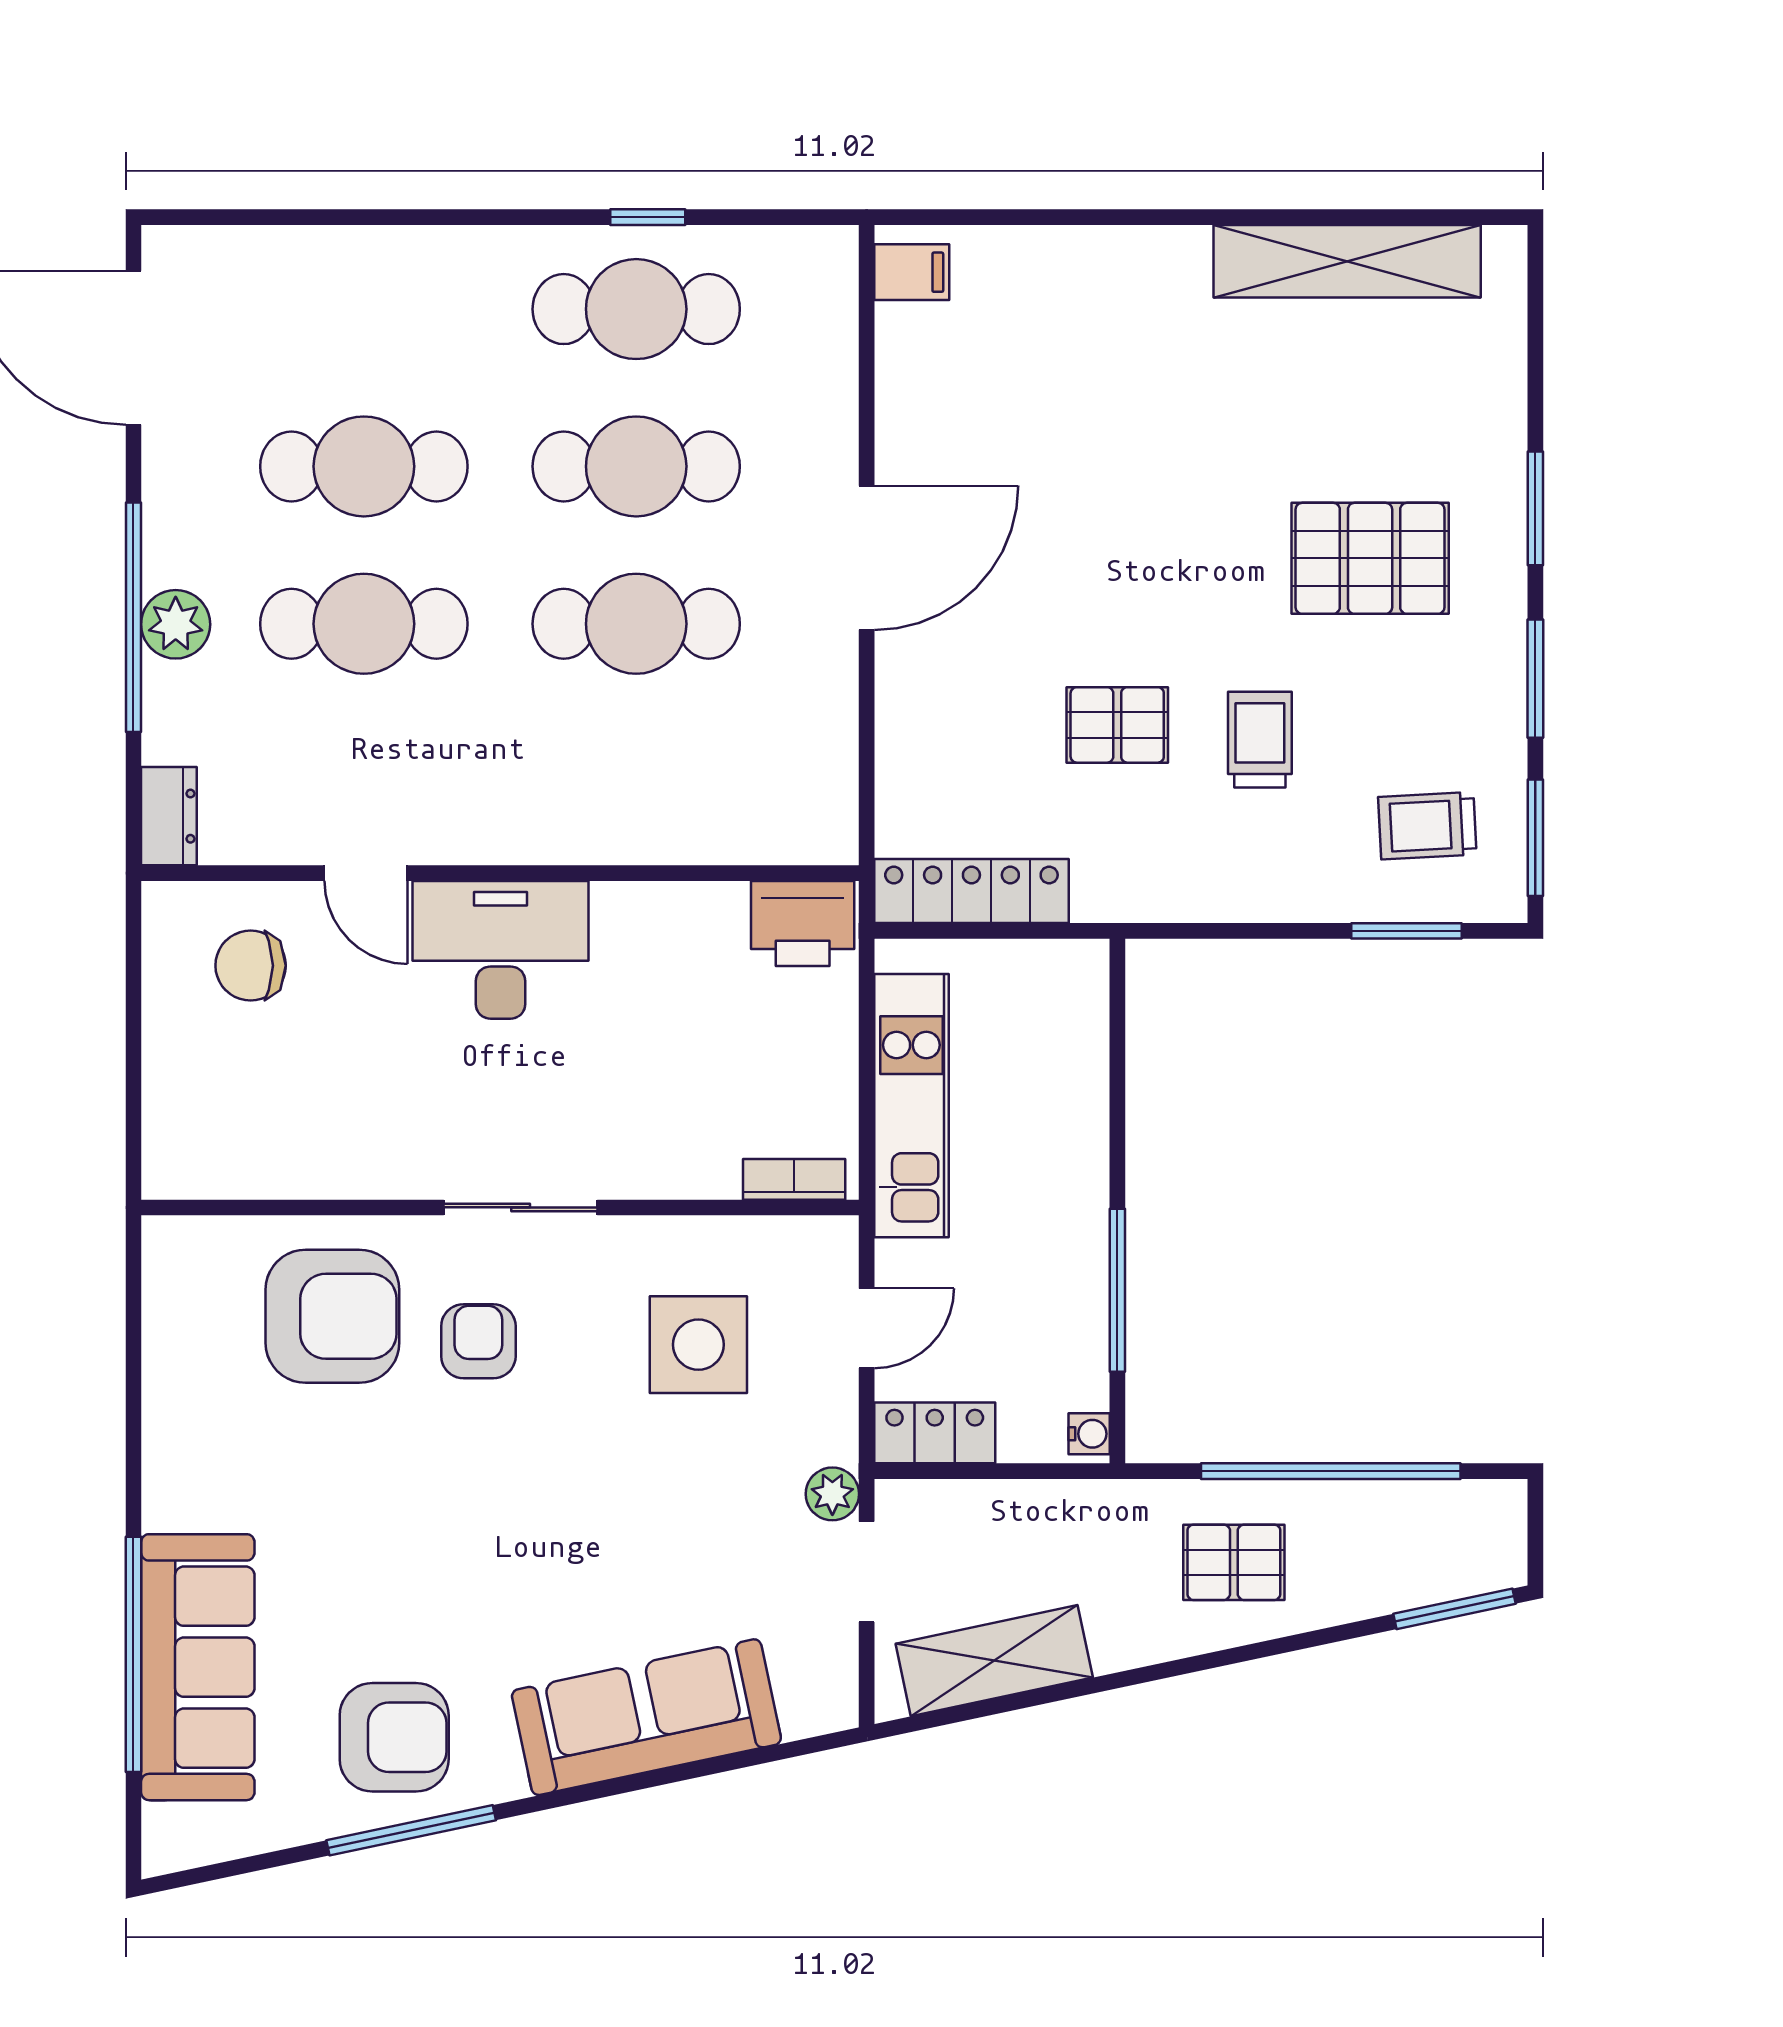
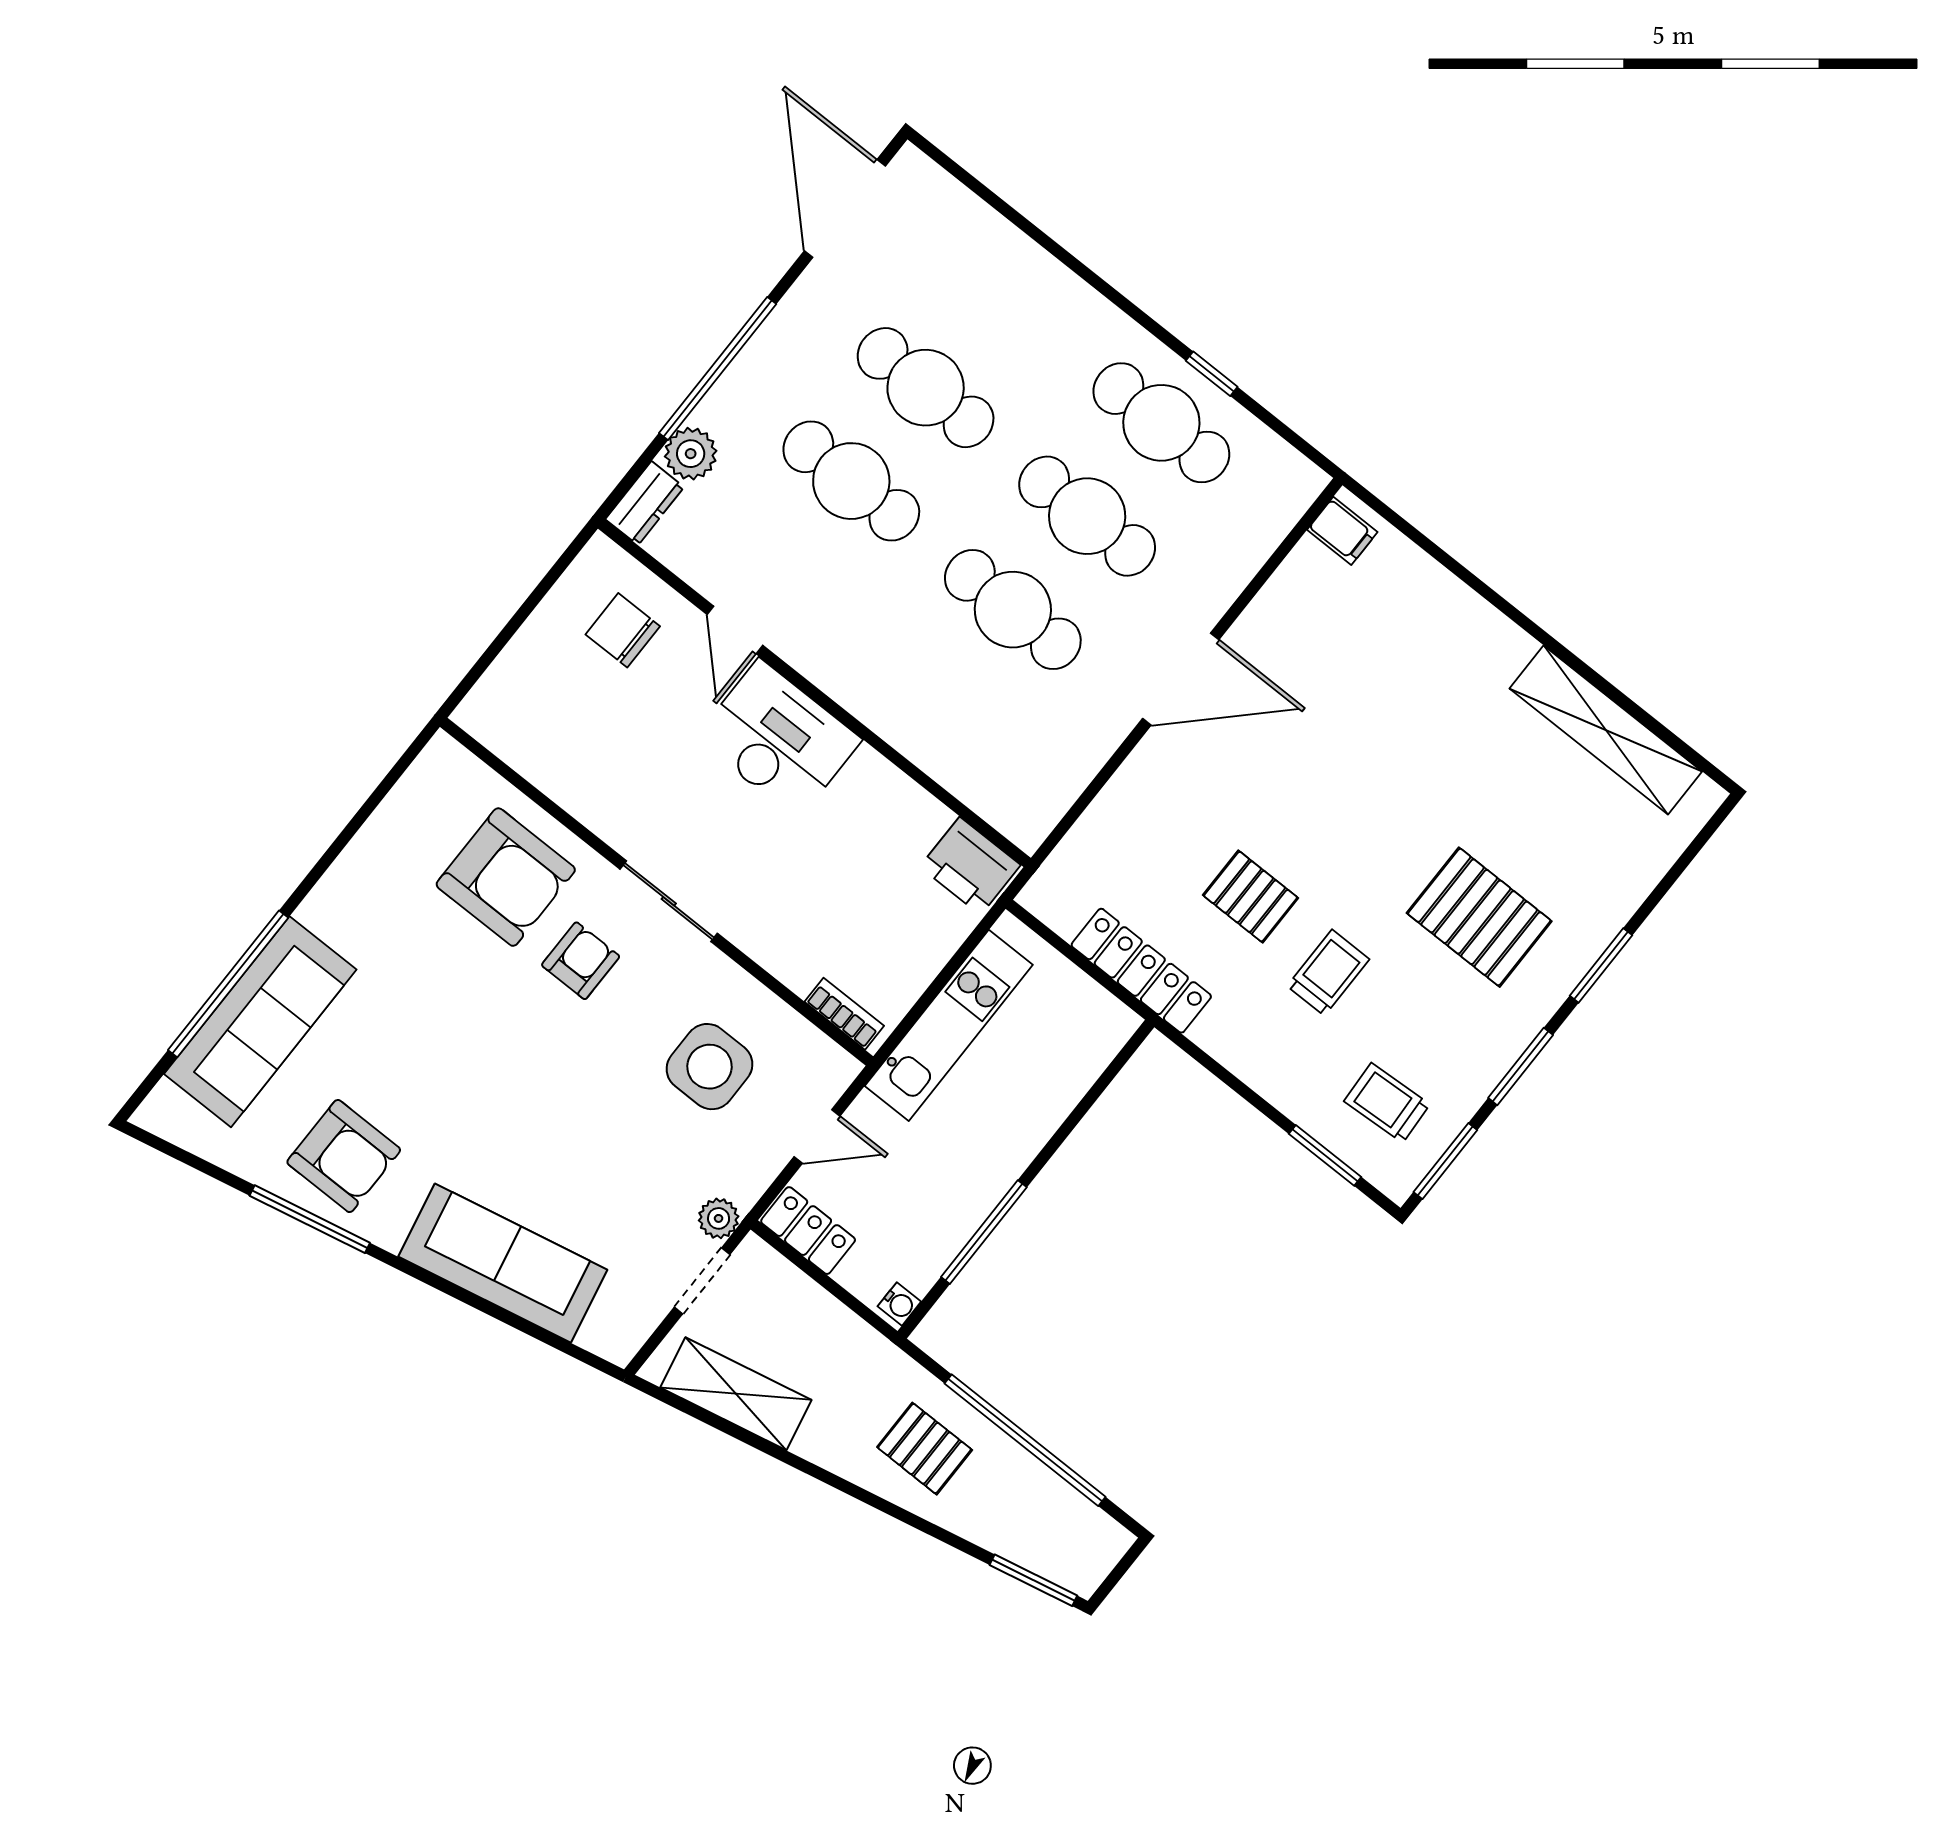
plant: (176, 624) -> (691, 454), moved
locker: (971, 891) -> (1141, 971), moved

